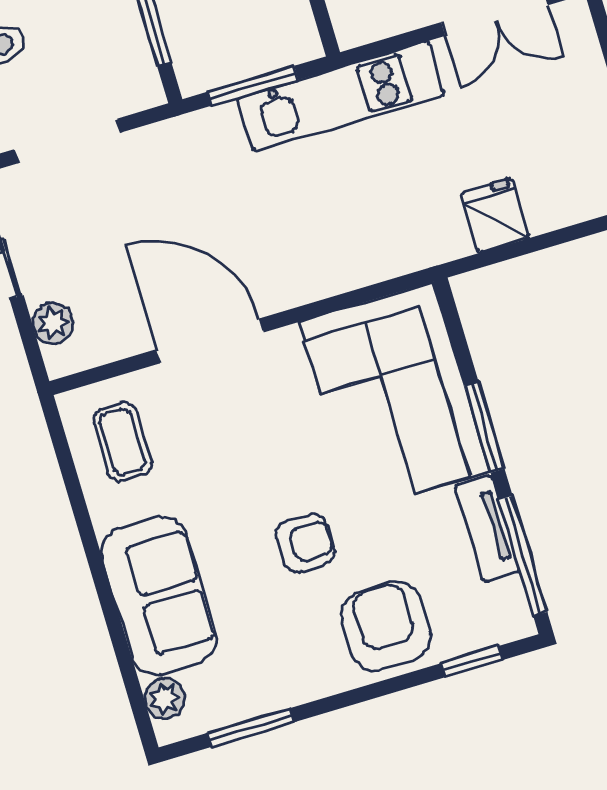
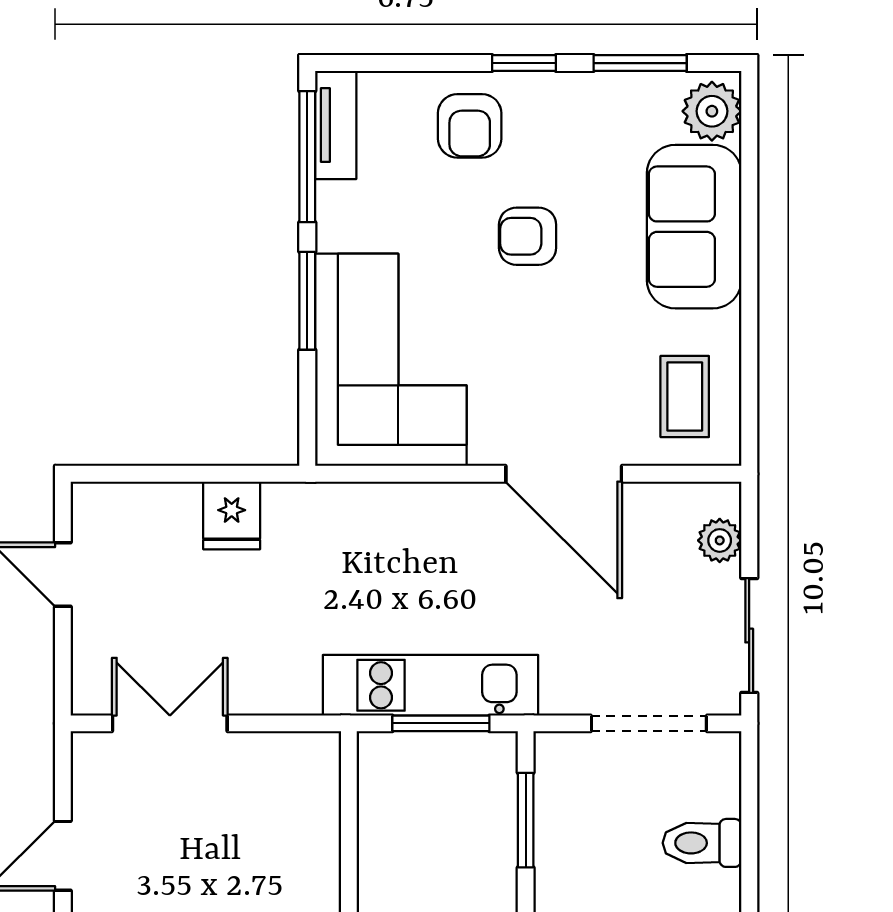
kitchen unit: (341, 97) -> (430, 685), moved
tv unit: (487, 528) -> (336, 125), moved
armchair: (386, 626) -> (470, 126), width x0.72, depth x0.72
window: (472, 662) -> (524, 63), moved
plant: (165, 699) -> (712, 111), width x1.38, depth x1.38

